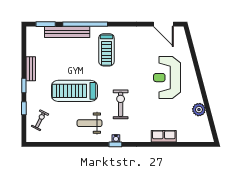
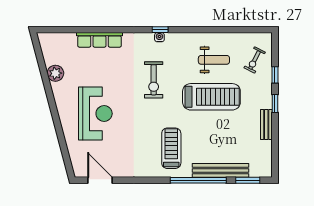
weight bench: (90, 123) -> (214, 60), moved
row of seats: (164, 136) -> (99, 40), width x1.48

